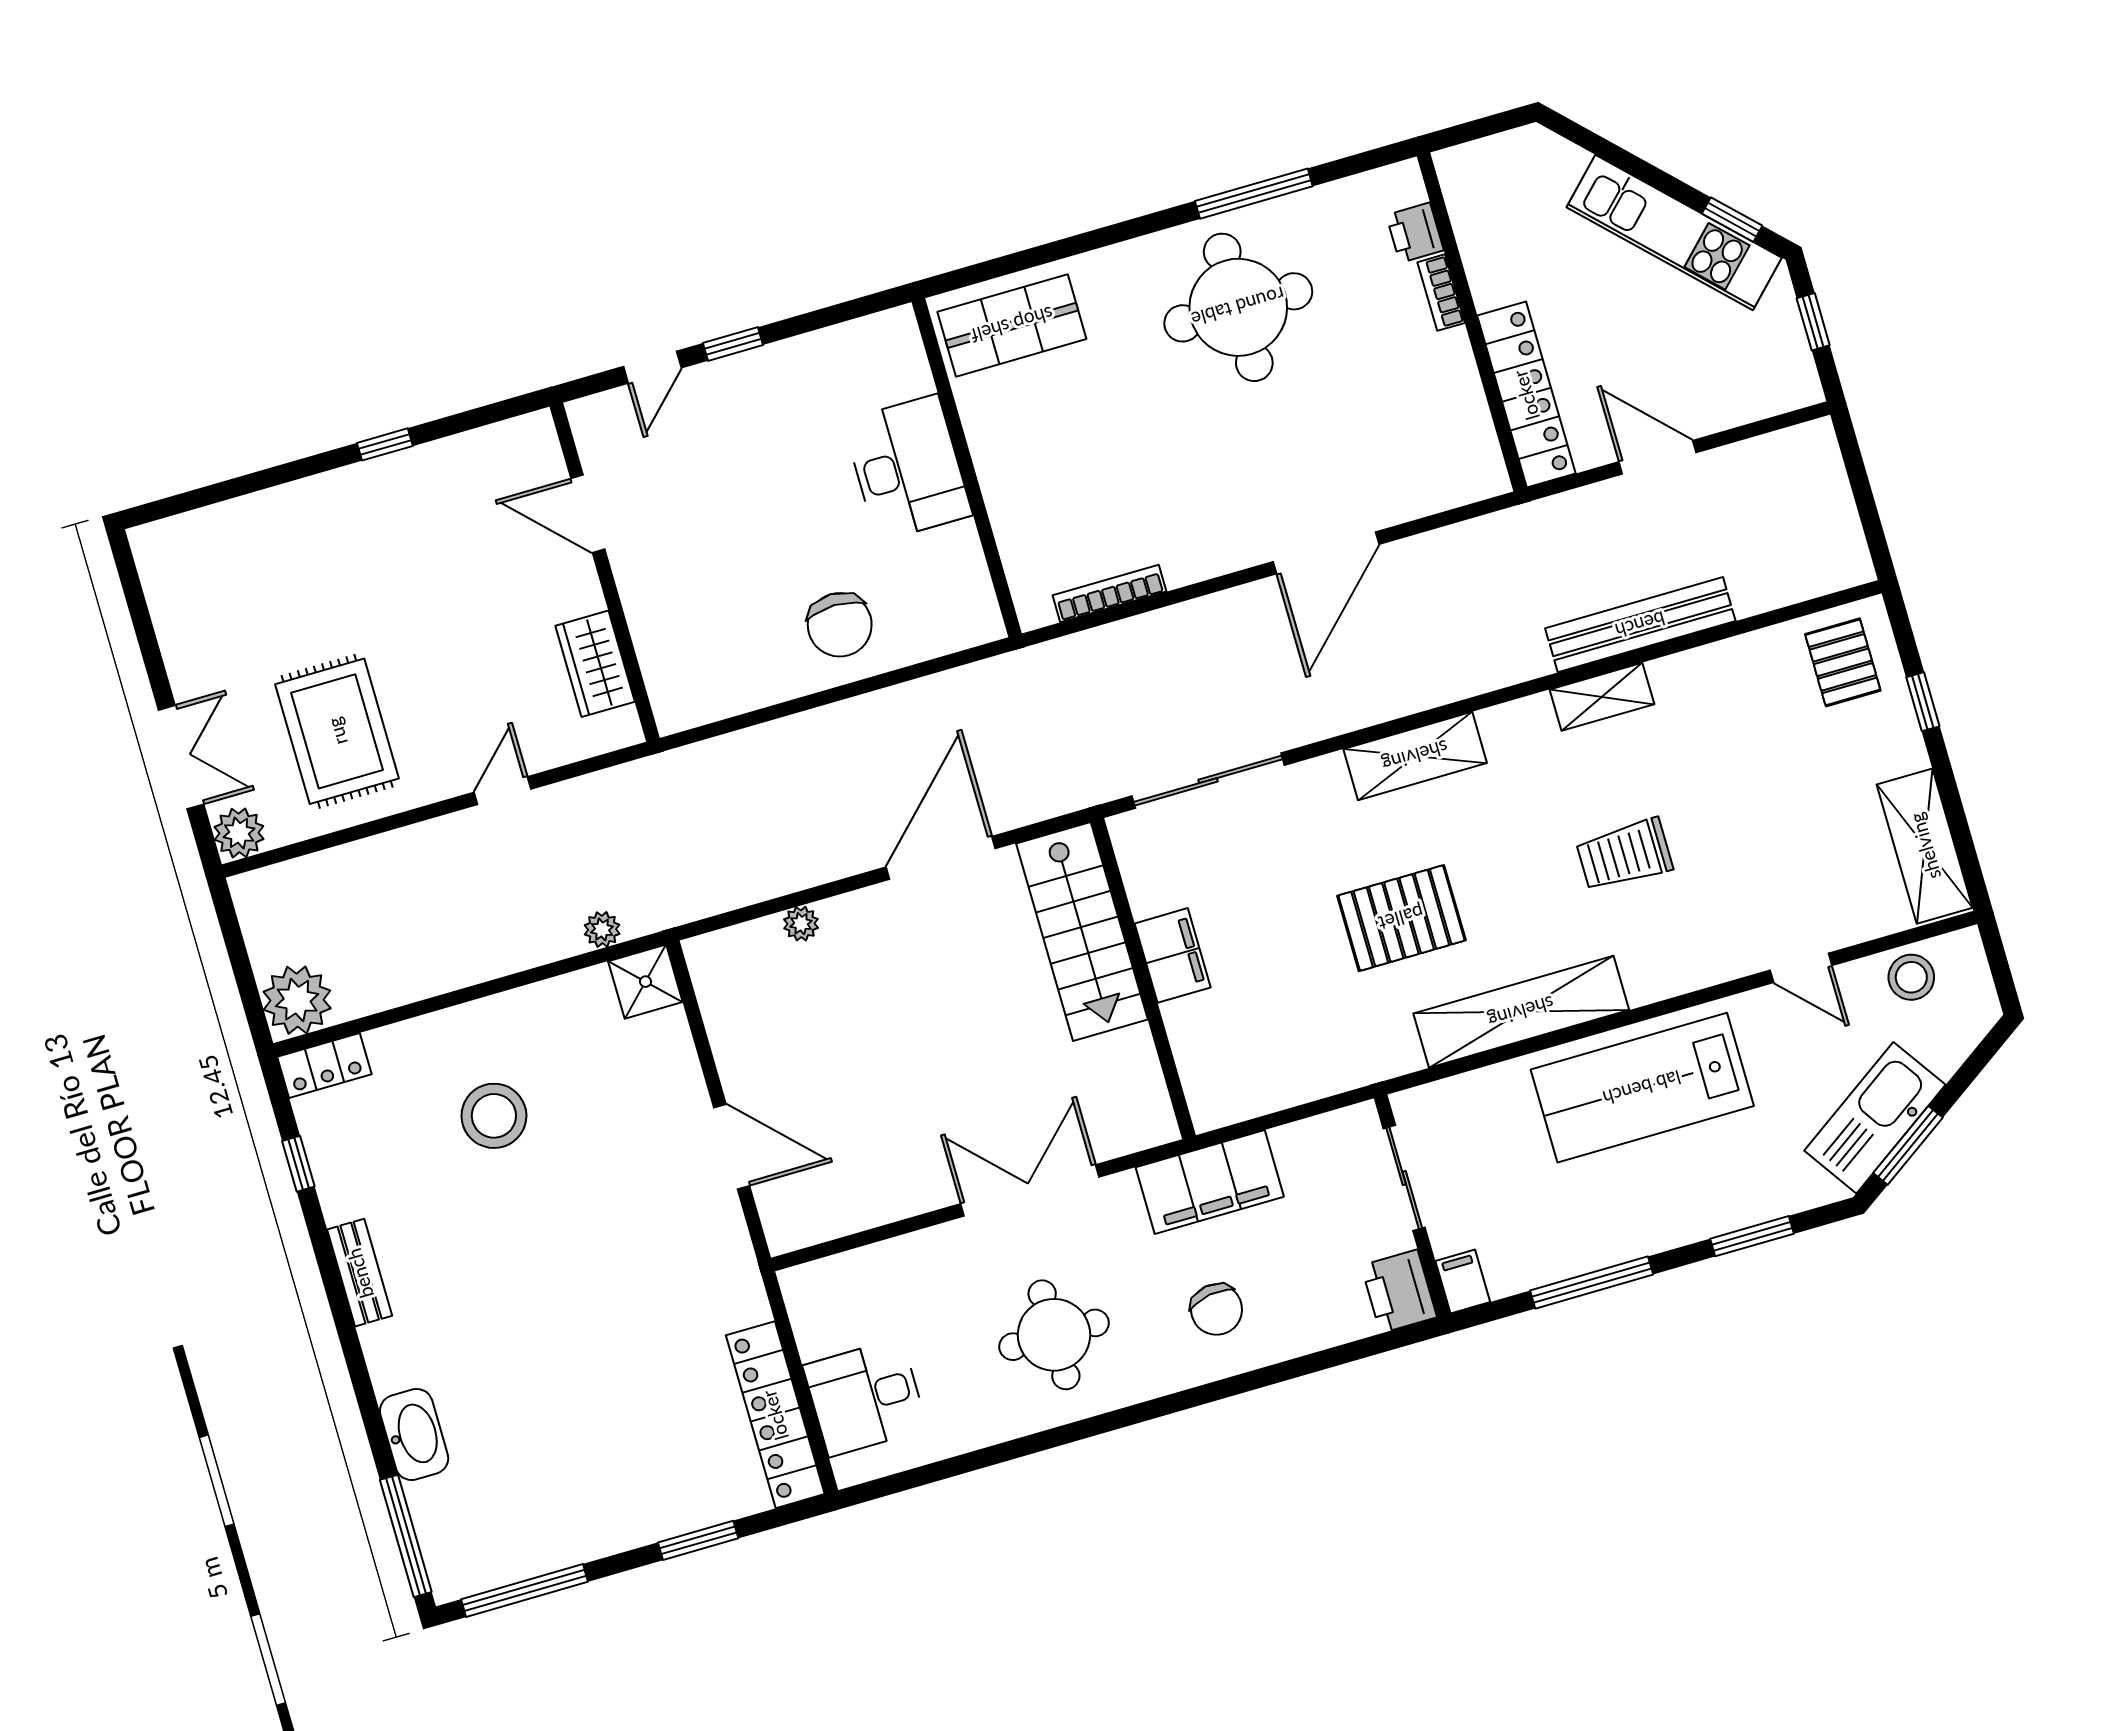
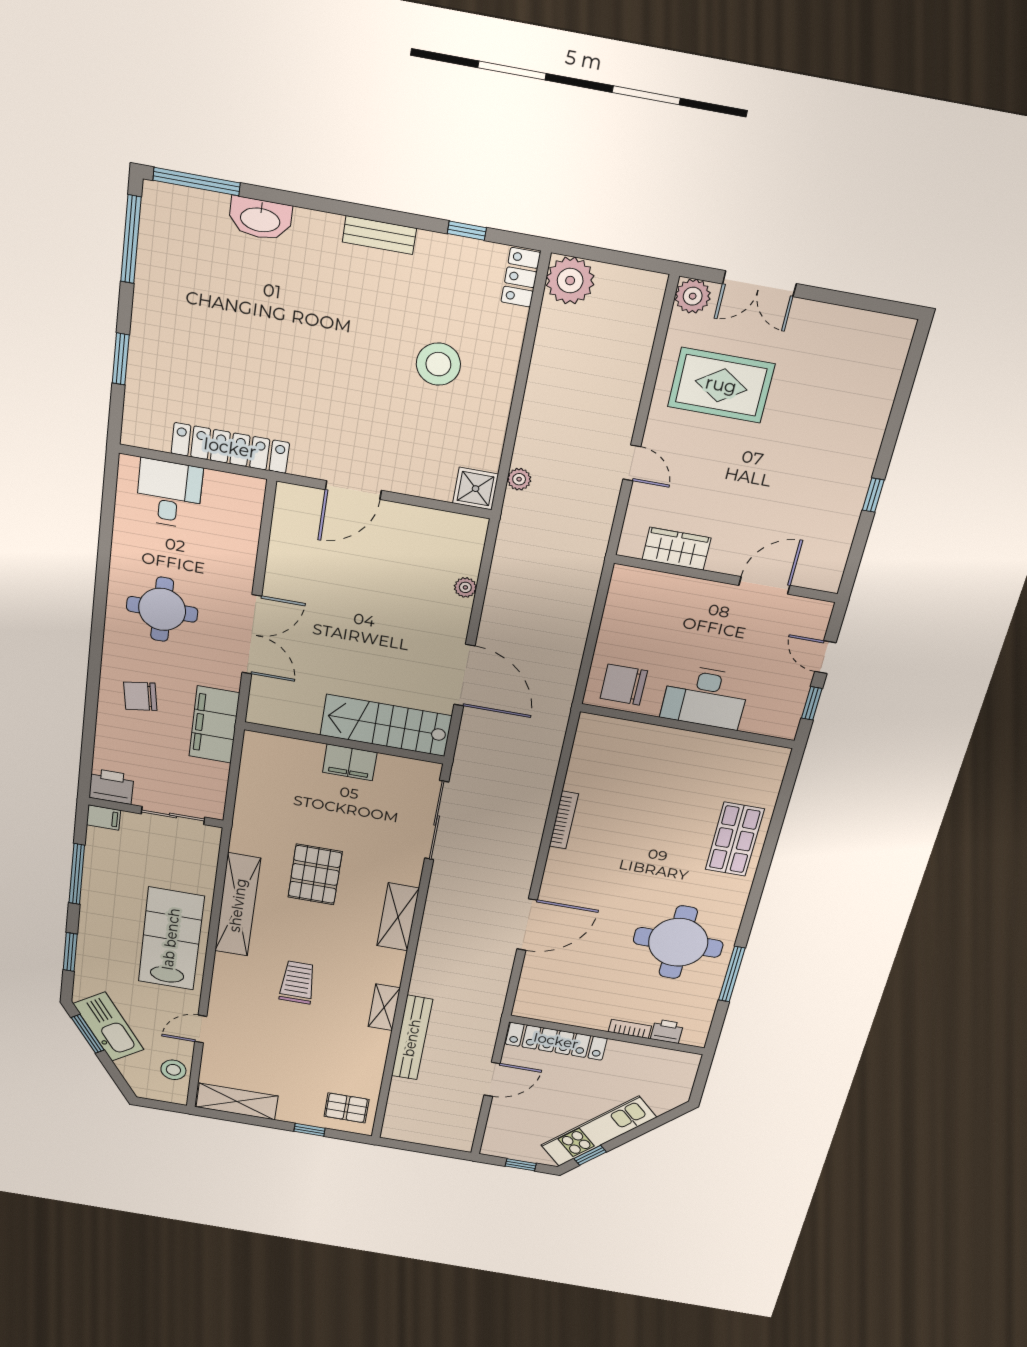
desk: (908, 468) -> (705, 697), moved
wall: (967, 468) -> (687, 726), moved
door: (1326, 553) -> (527, 925), swing flipped
locker: (775, 1415) -> (230, 448), moved

